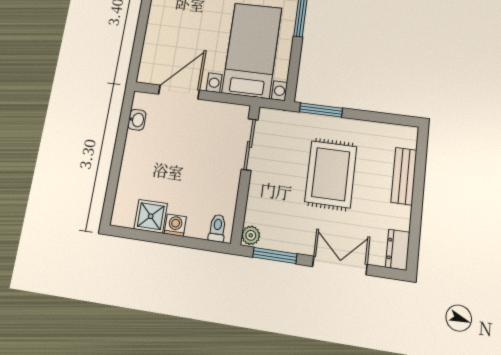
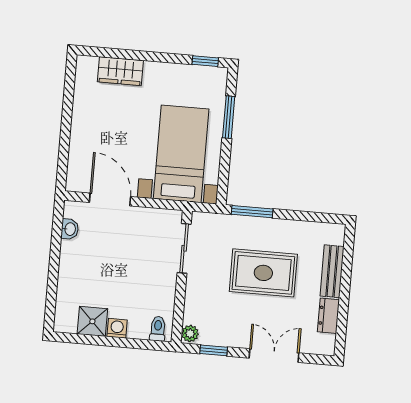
door: (179, 92) -> (110, 199), hinge flipped
rug: (331, 174) -> (263, 273), turned 90
dresser: (398, 250) -> (328, 316), moved
window: (275, 255) -> (214, 350), width x0.67

